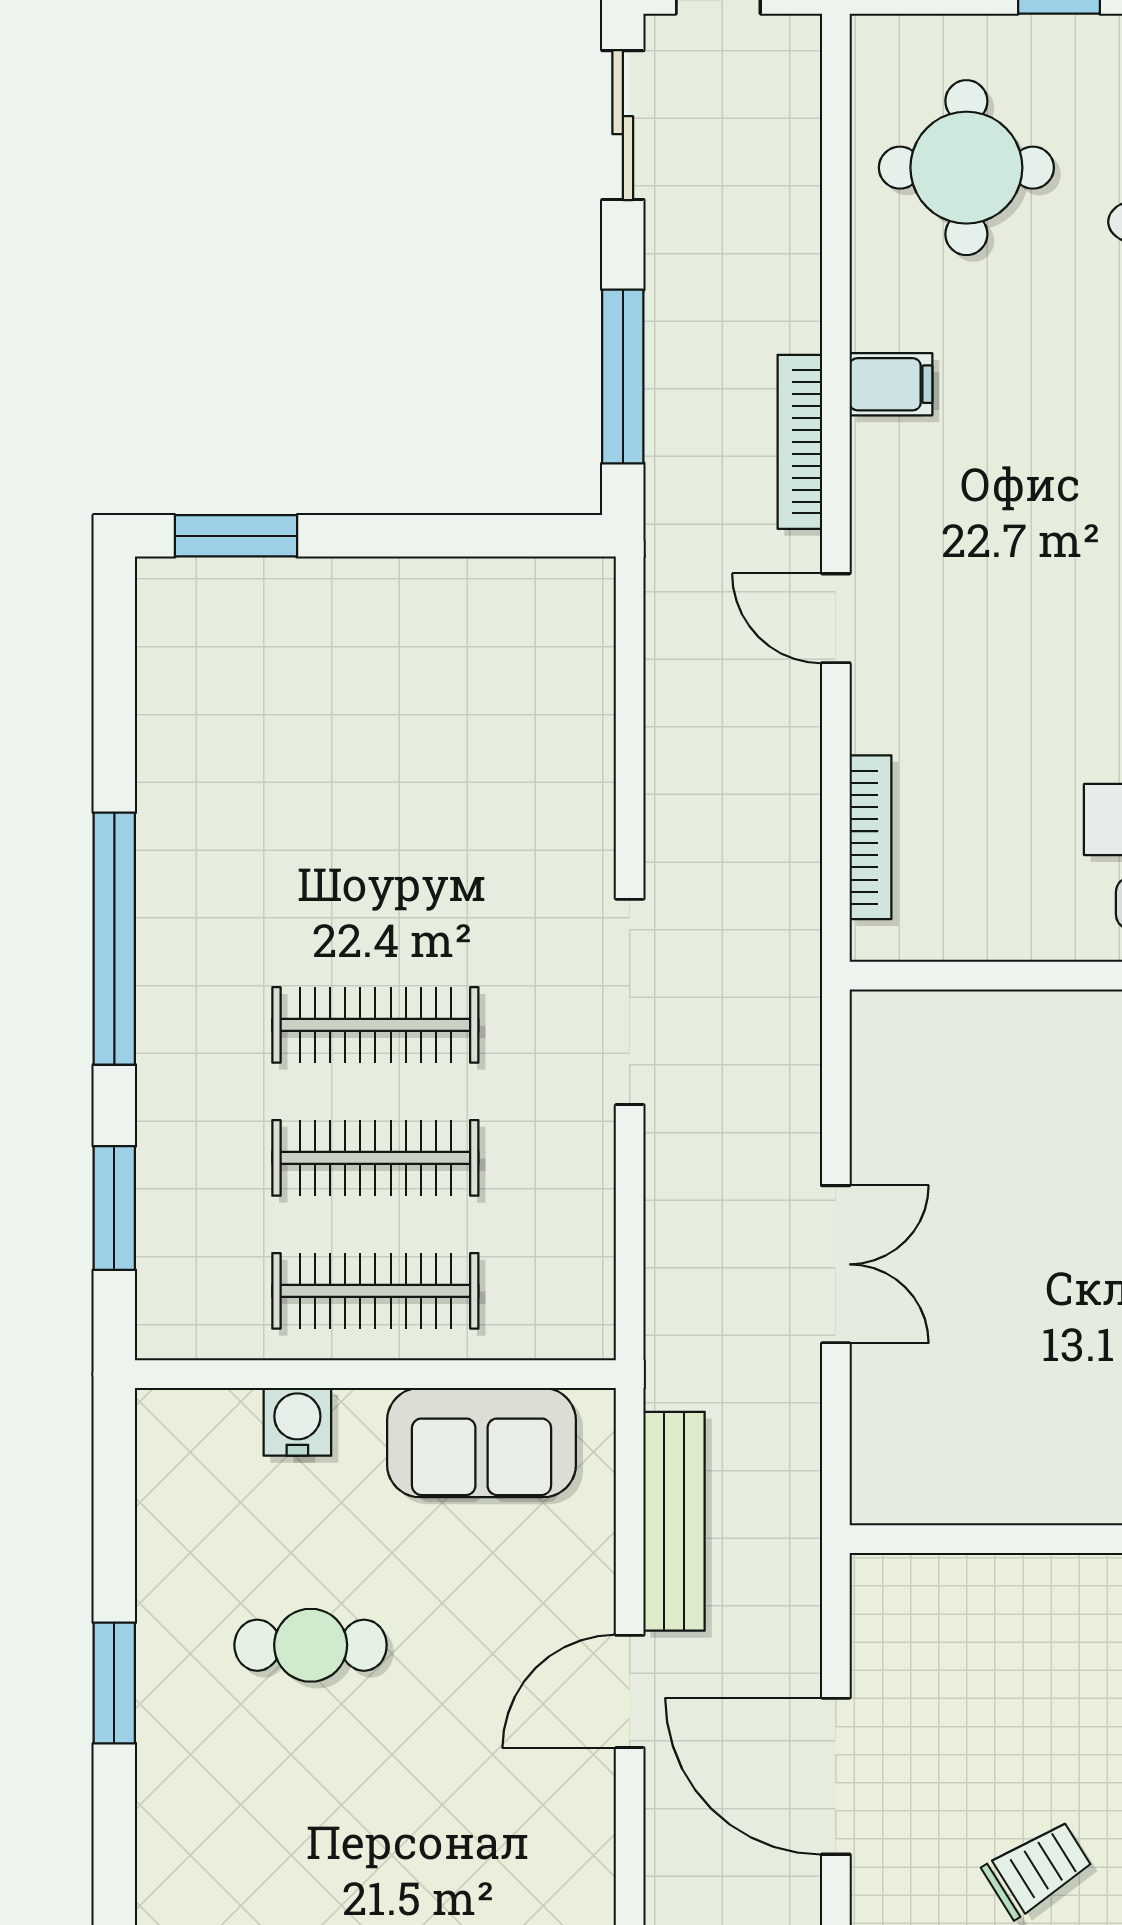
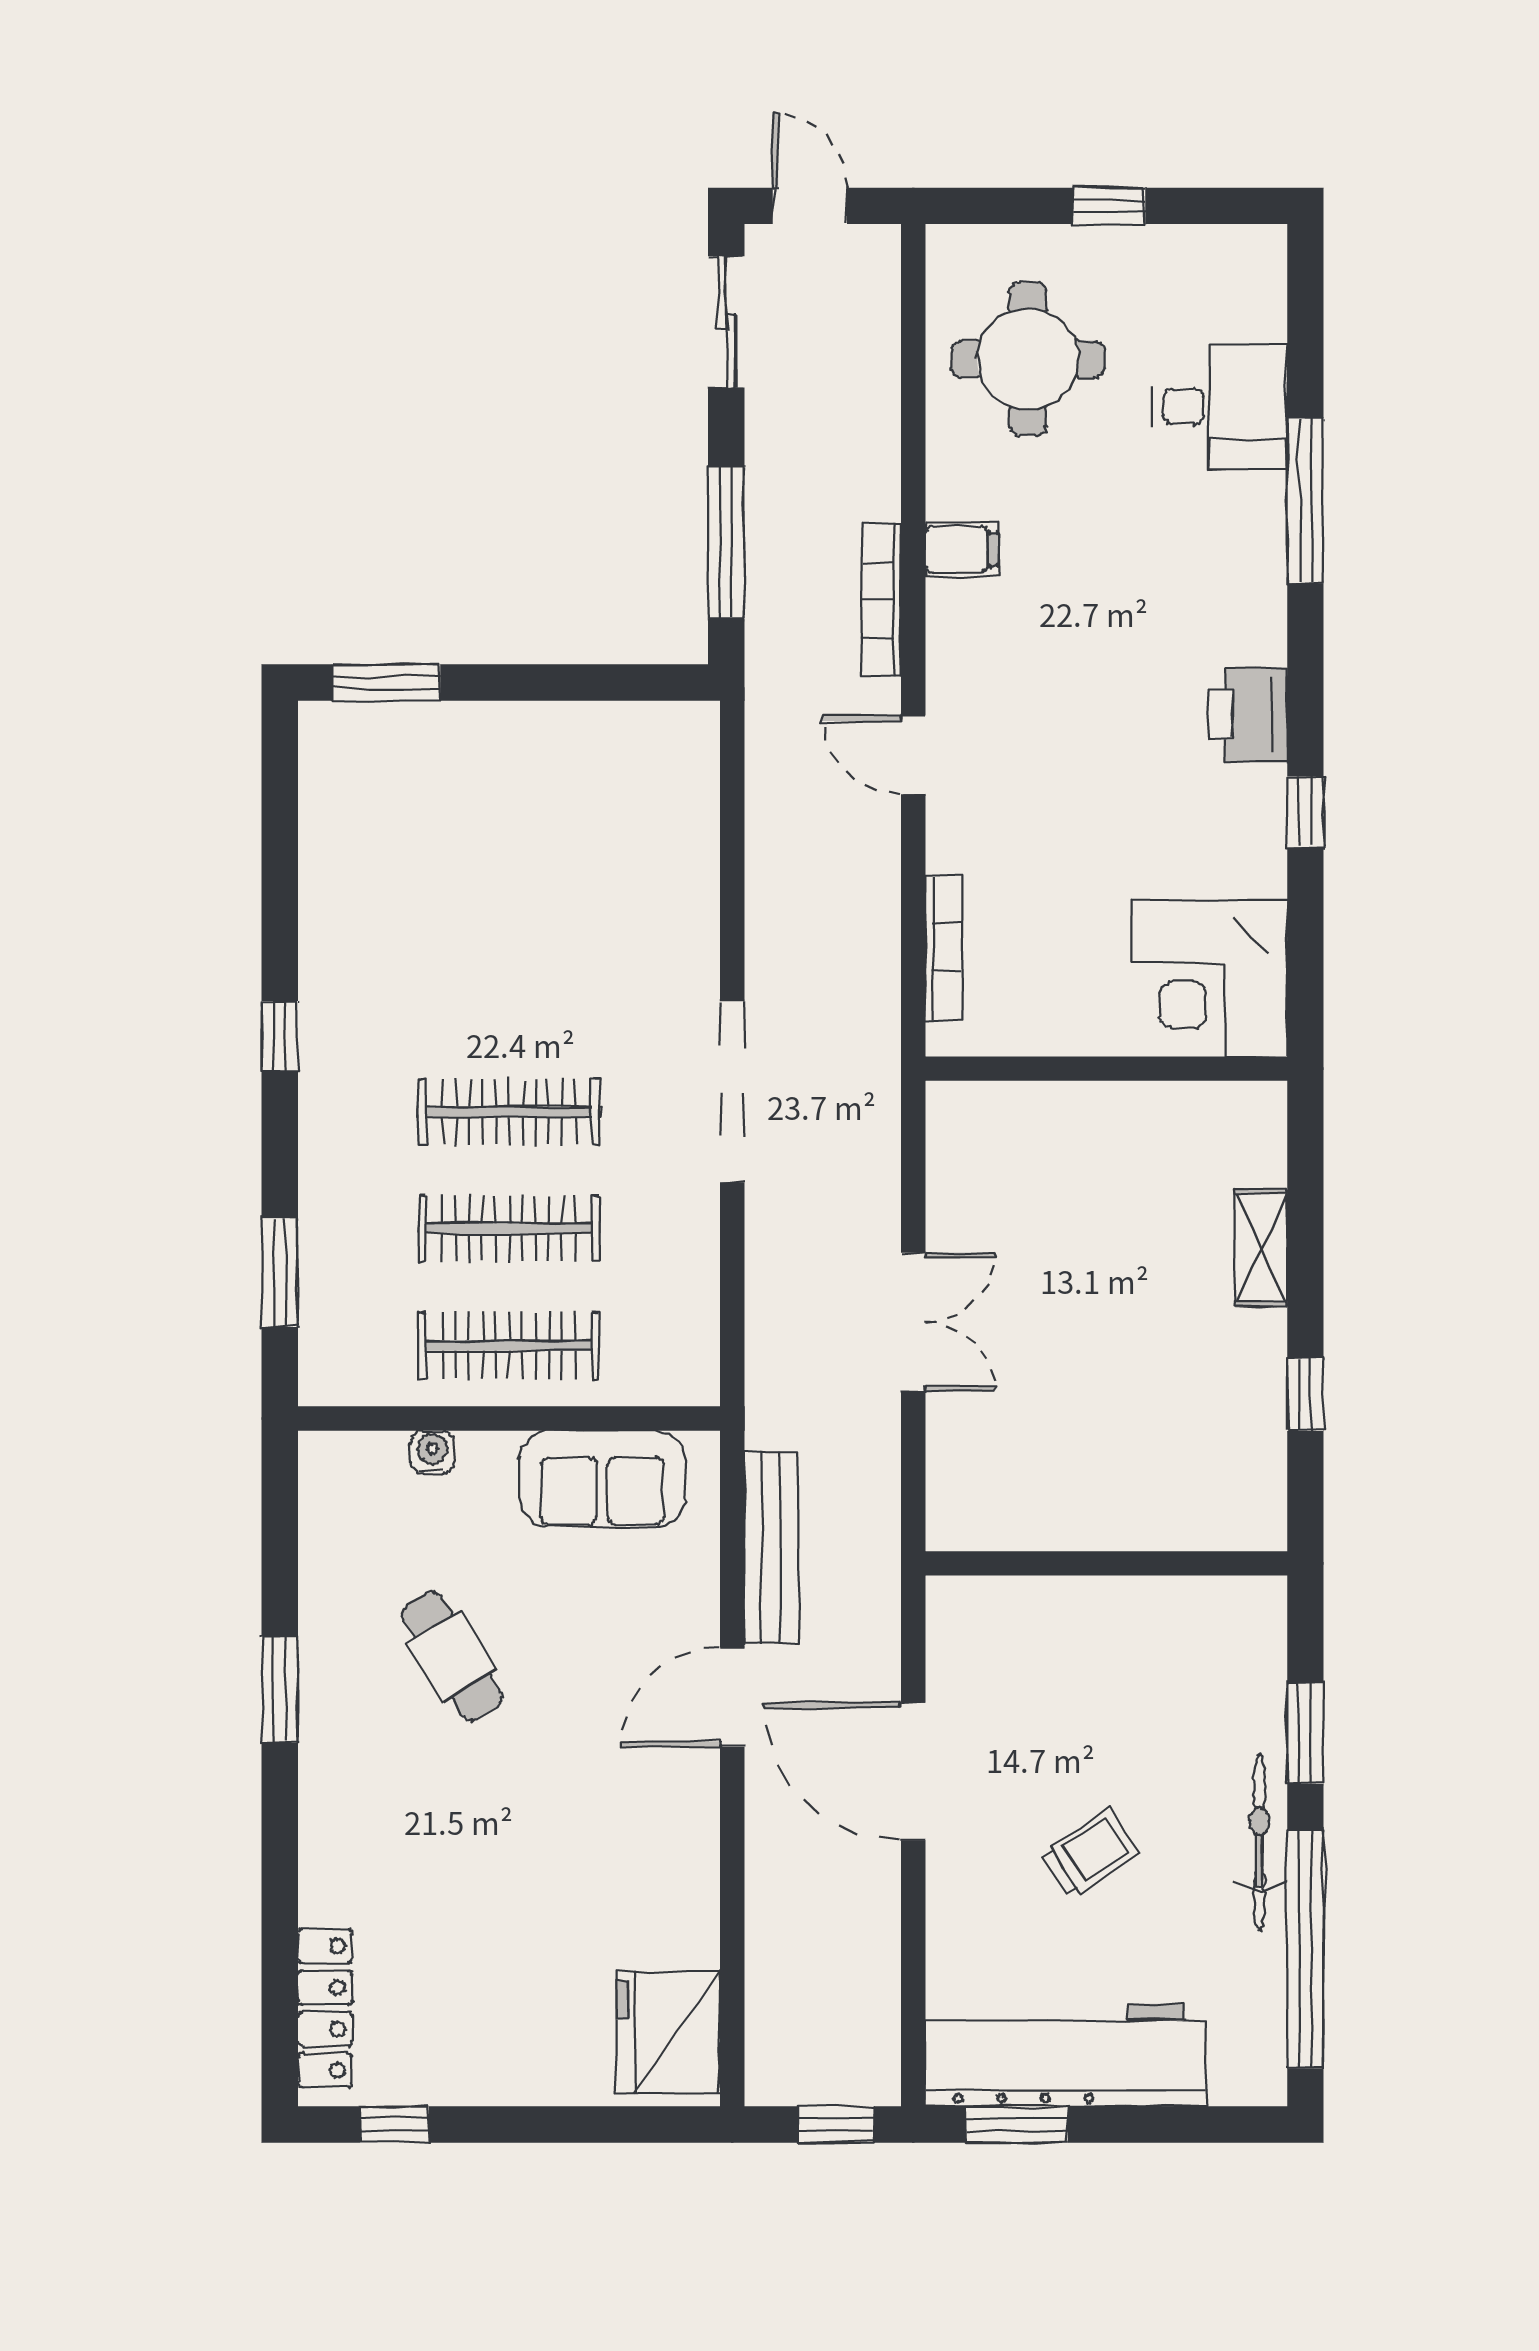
window: (114, 939) -> (280, 1036), width x0.32
water cooler: (297, 1422) -> (432, 1452), width x0.72, depth x0.72
cafe table: (311, 1645) -> (452, 1657), turned 58

